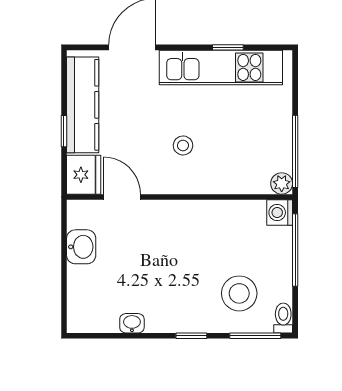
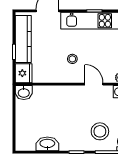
door: (122, 197) -> (94, 84), moved
washbasin: (81, 247) -> (24, 93), moved, turned 90
washbasin: (132, 323) -> (47, 144), width x1.91, depth x1.45

